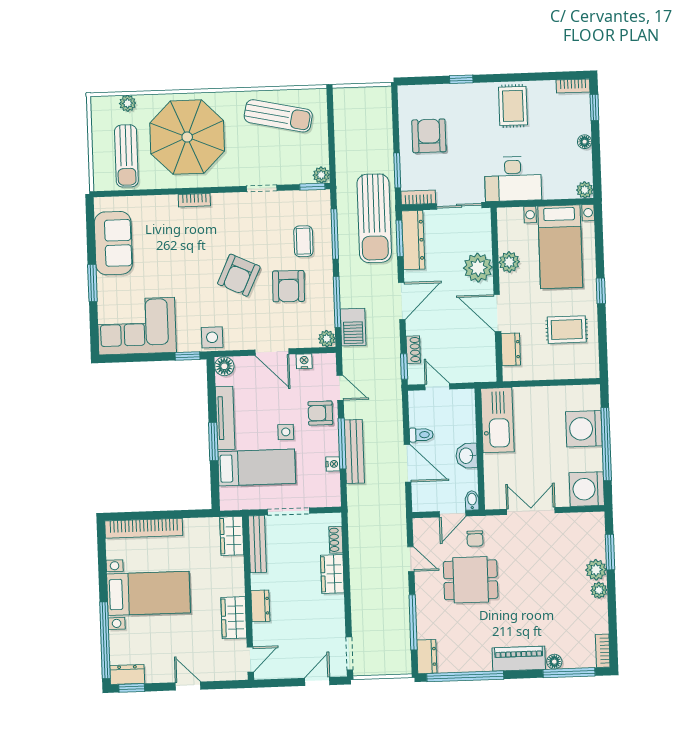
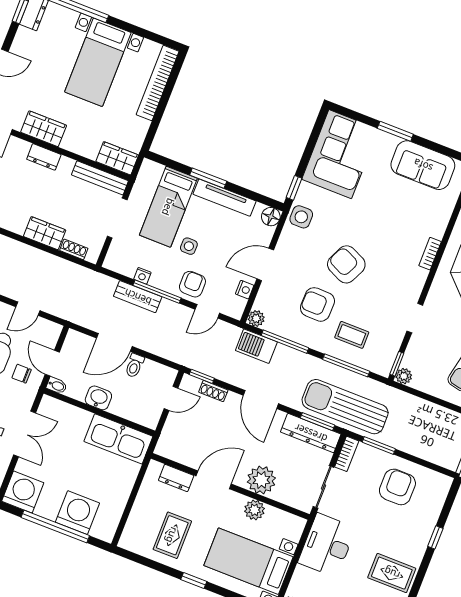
armchair: (429, 136) -> (397, 487), turned -90
bench: (354, 451) -> (138, 297), width x0.73

